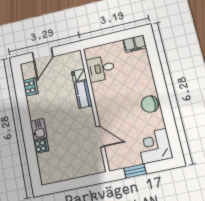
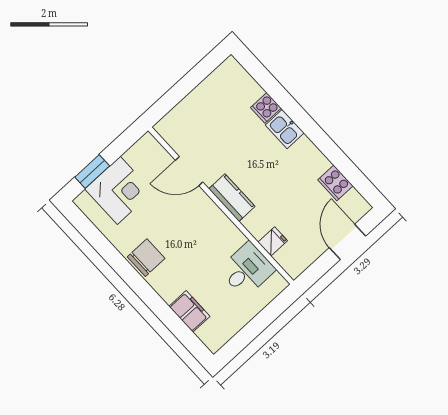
filing cabinet: (135, 44) -> (189, 311), moved, turned 90
kitchen counter: (83, 94) -> (232, 198), moved
corner desk: (155, 146) -> (119, 190), moved
window: (135, 171) -> (92, 172), moved

